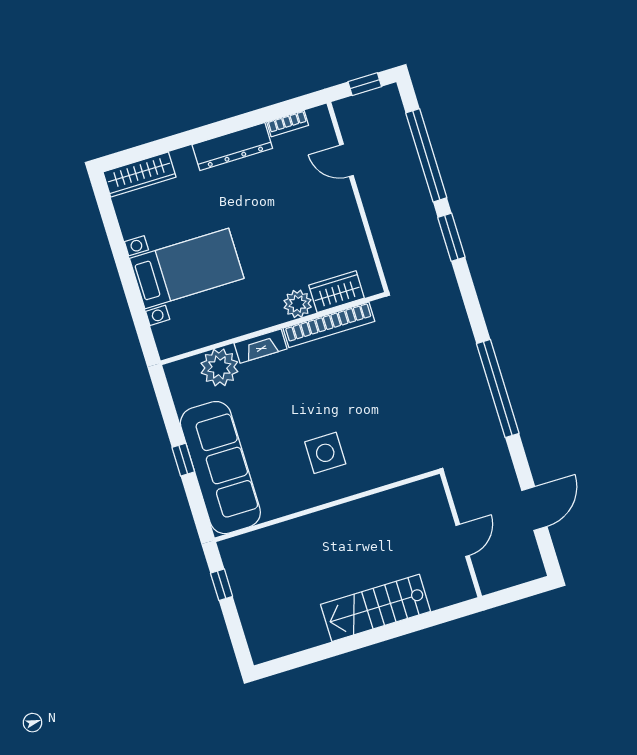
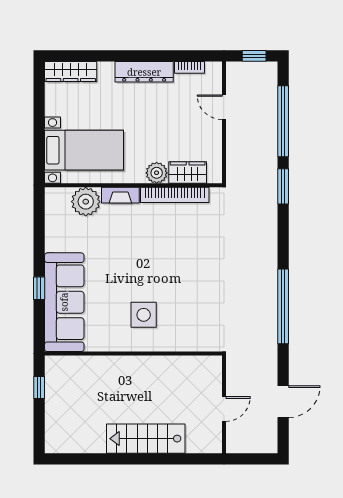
wardrobe: (337, 292) -> (188, 173), moved
plant: (298, 304) -> (157, 173), moved
bookcase: (329, 325) -> (175, 195), moved
wall: (273, 329) -> (133, 185), moved
fireplace: (261, 346) -> (120, 195), moved
plant: (219, 367) -> (86, 202), moved

